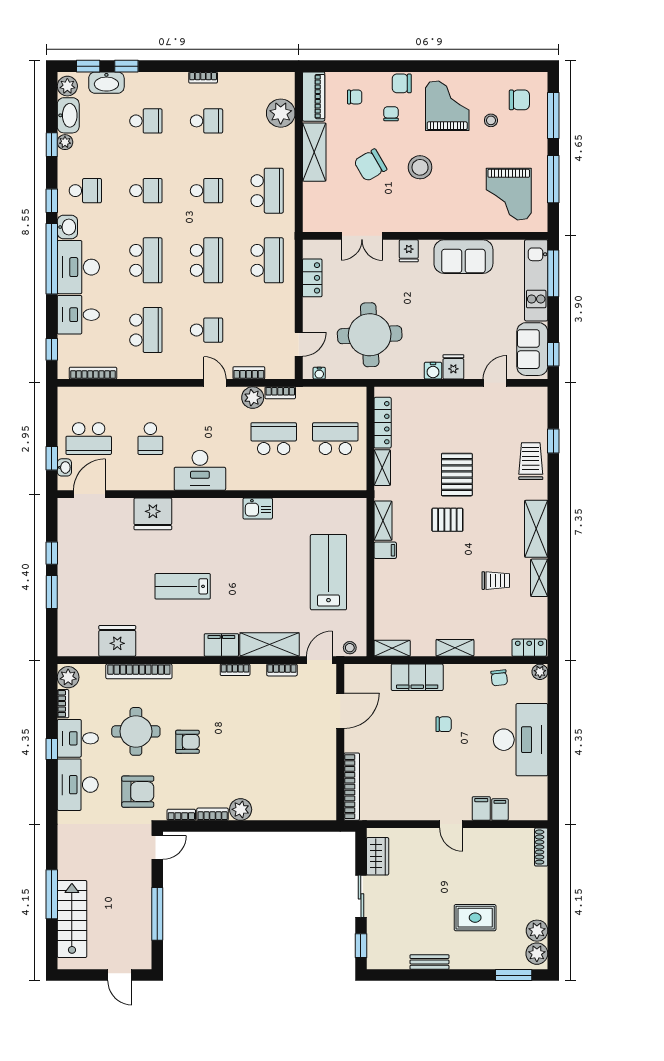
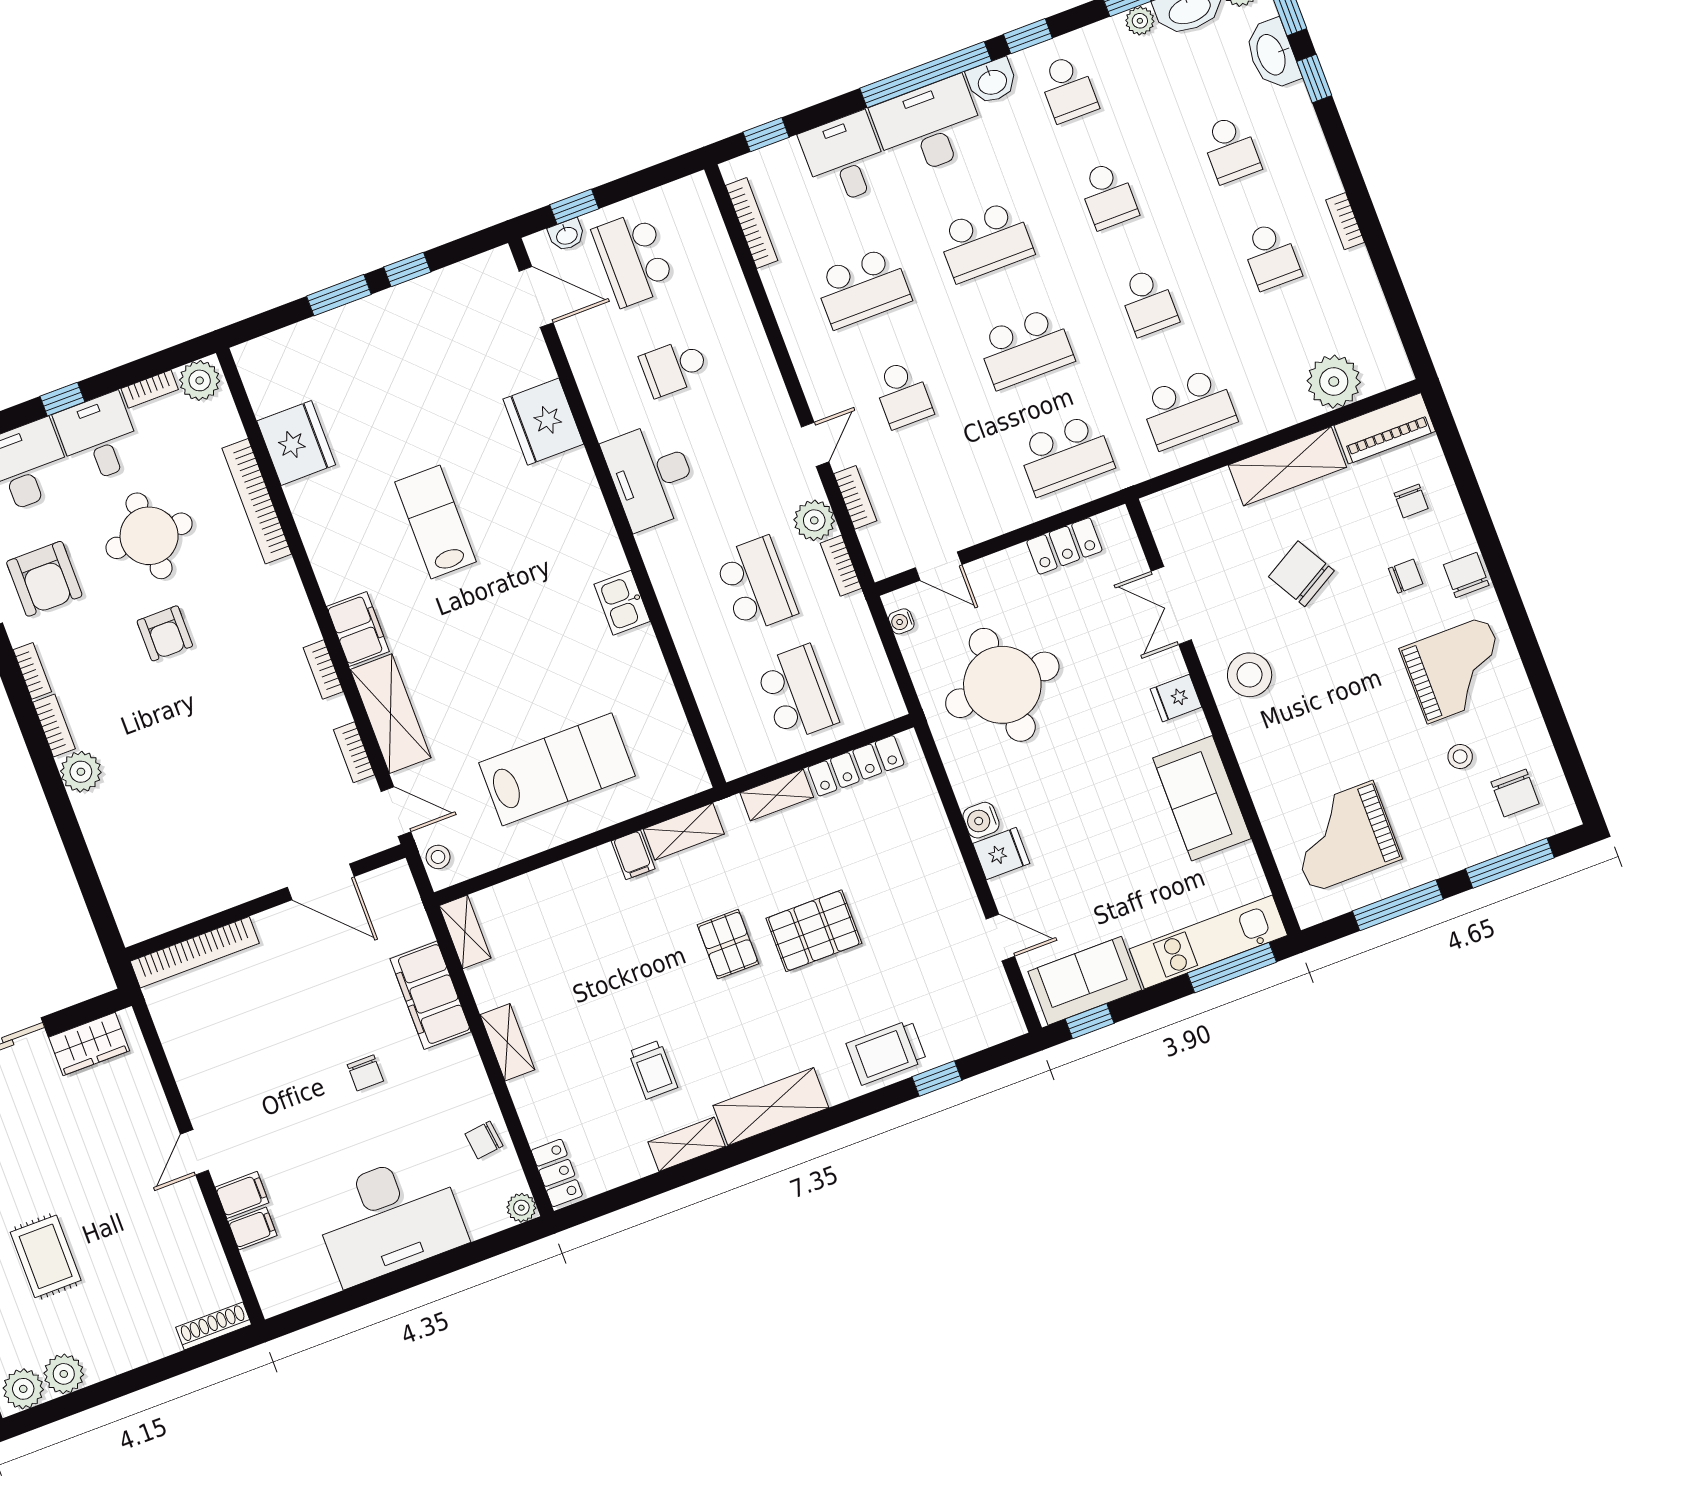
stool: (420, 167) -> (1250, 675), moved
trolley: (531, 461) -> (886, 1052), turned 180

